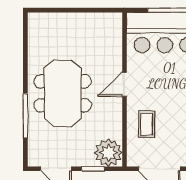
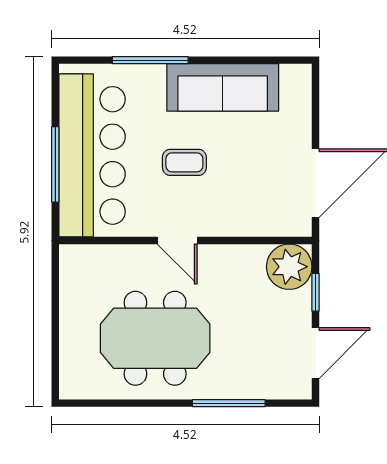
meeting table: (63, 93) -> (155, 338), moved
coffee table: (147, 124) -> (184, 162), moved

